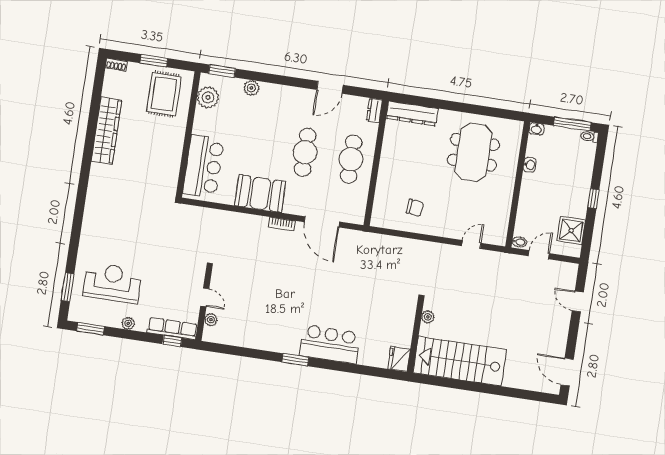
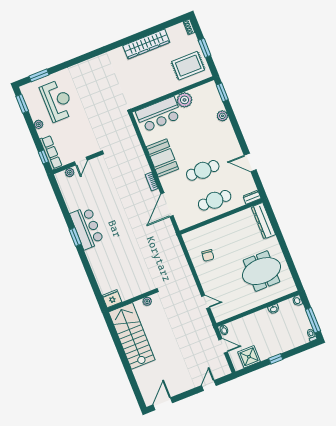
plant: (208, 97) -> (185, 100), moved
bar counter: (330, 344) -> (87, 228), moved

